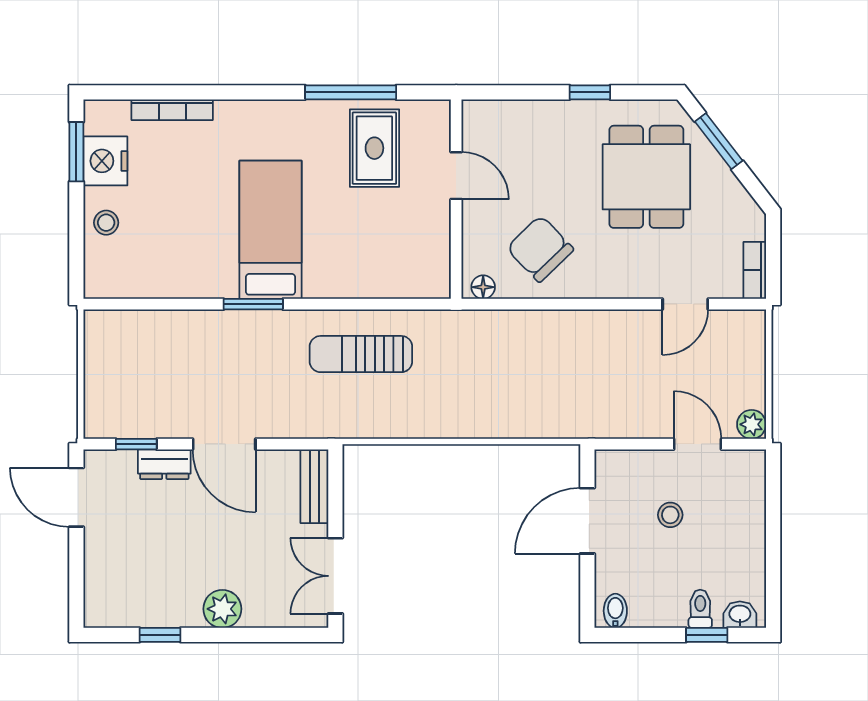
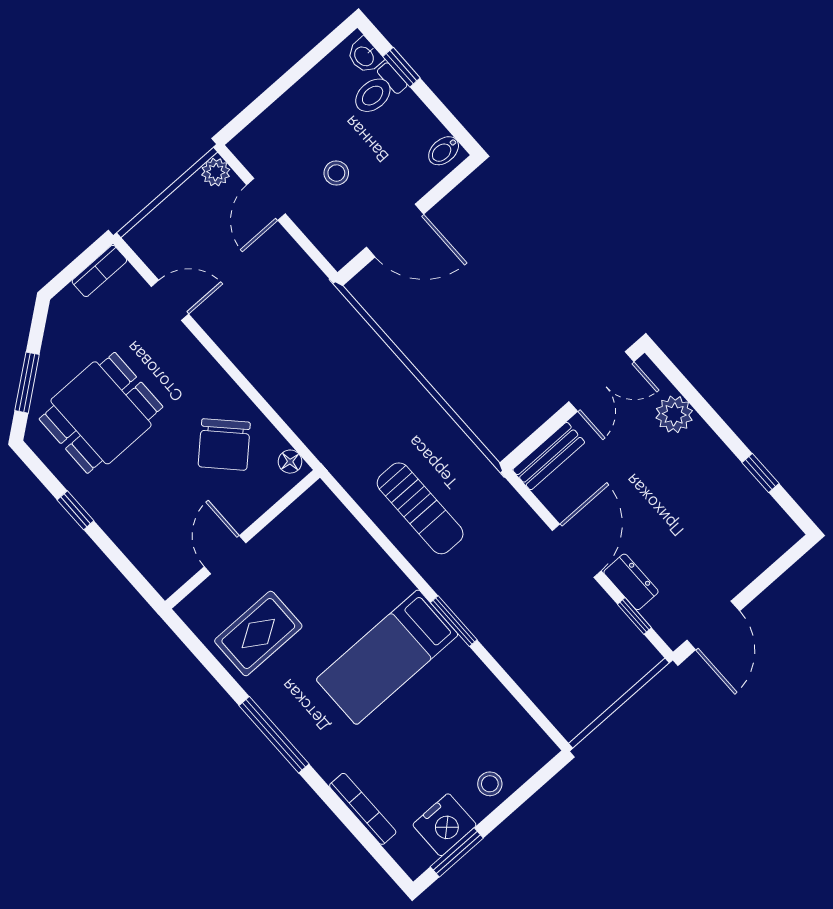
window: (351, 92) -> (274, 735), moved
plant: (222, 609) -> (674, 414), moved
toilet: (700, 609) -> (378, 91), width x1.37, depth x1.39

